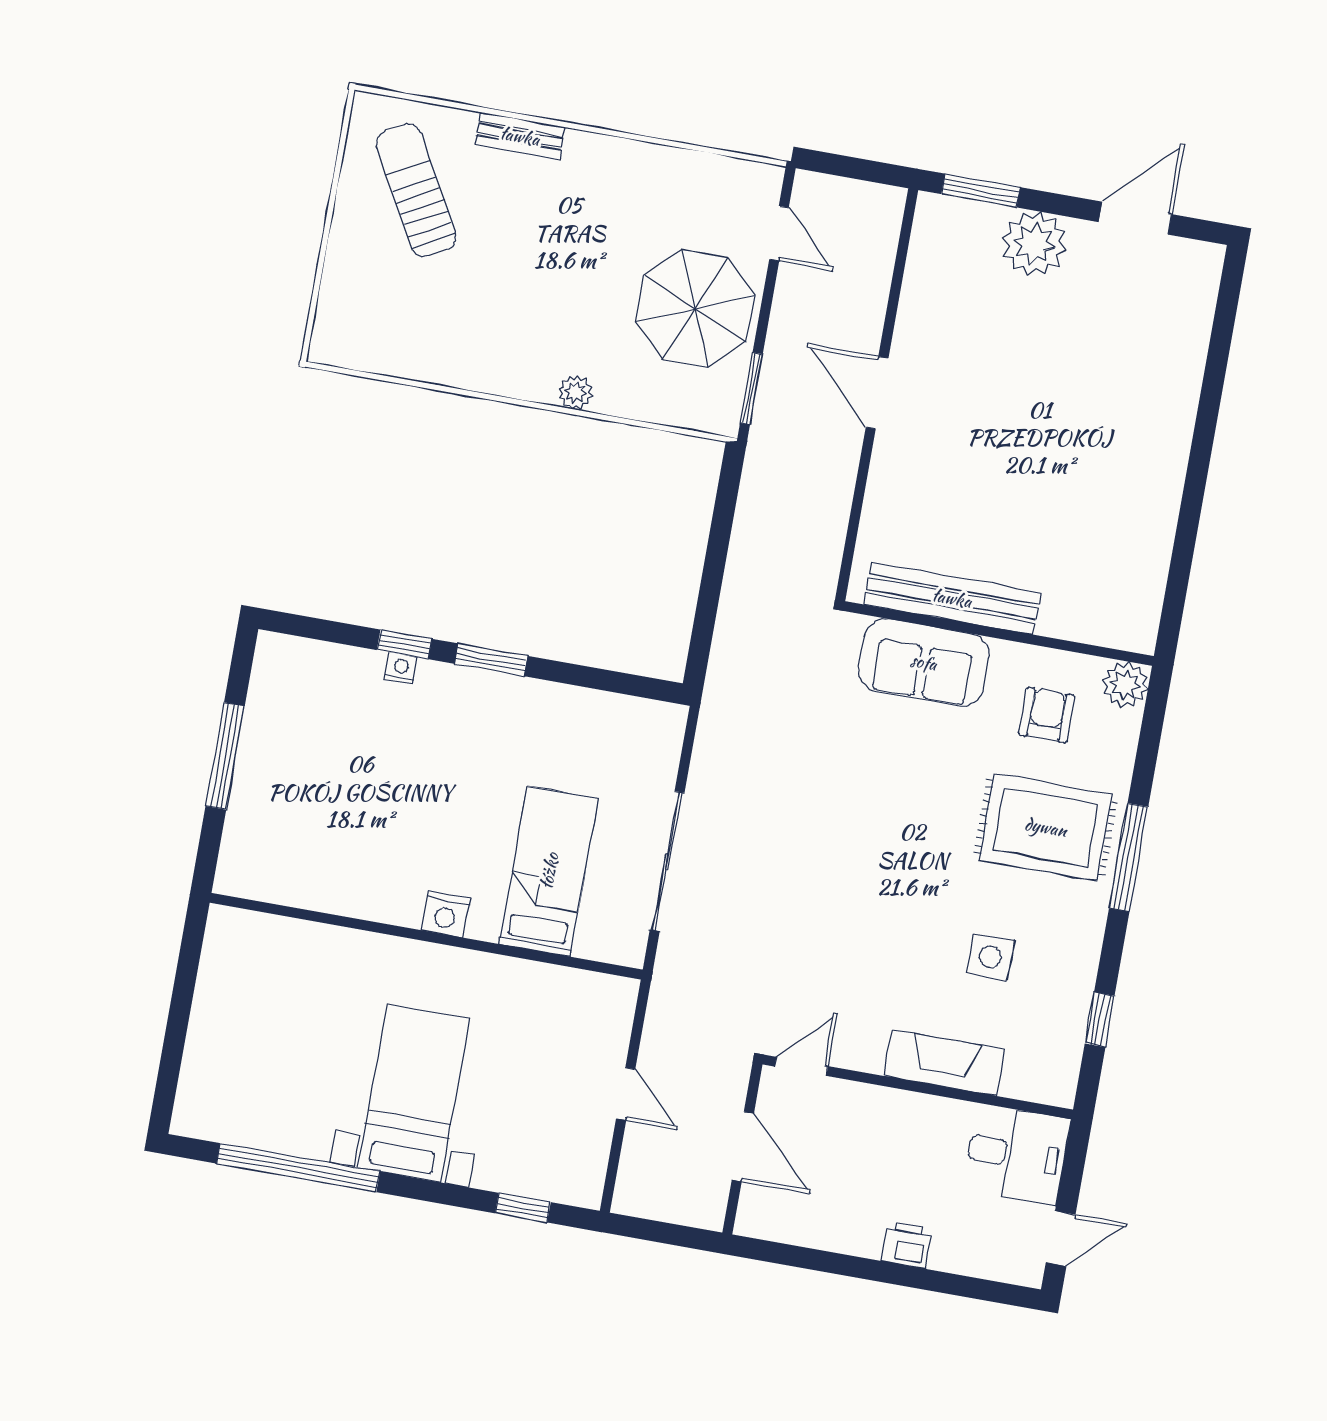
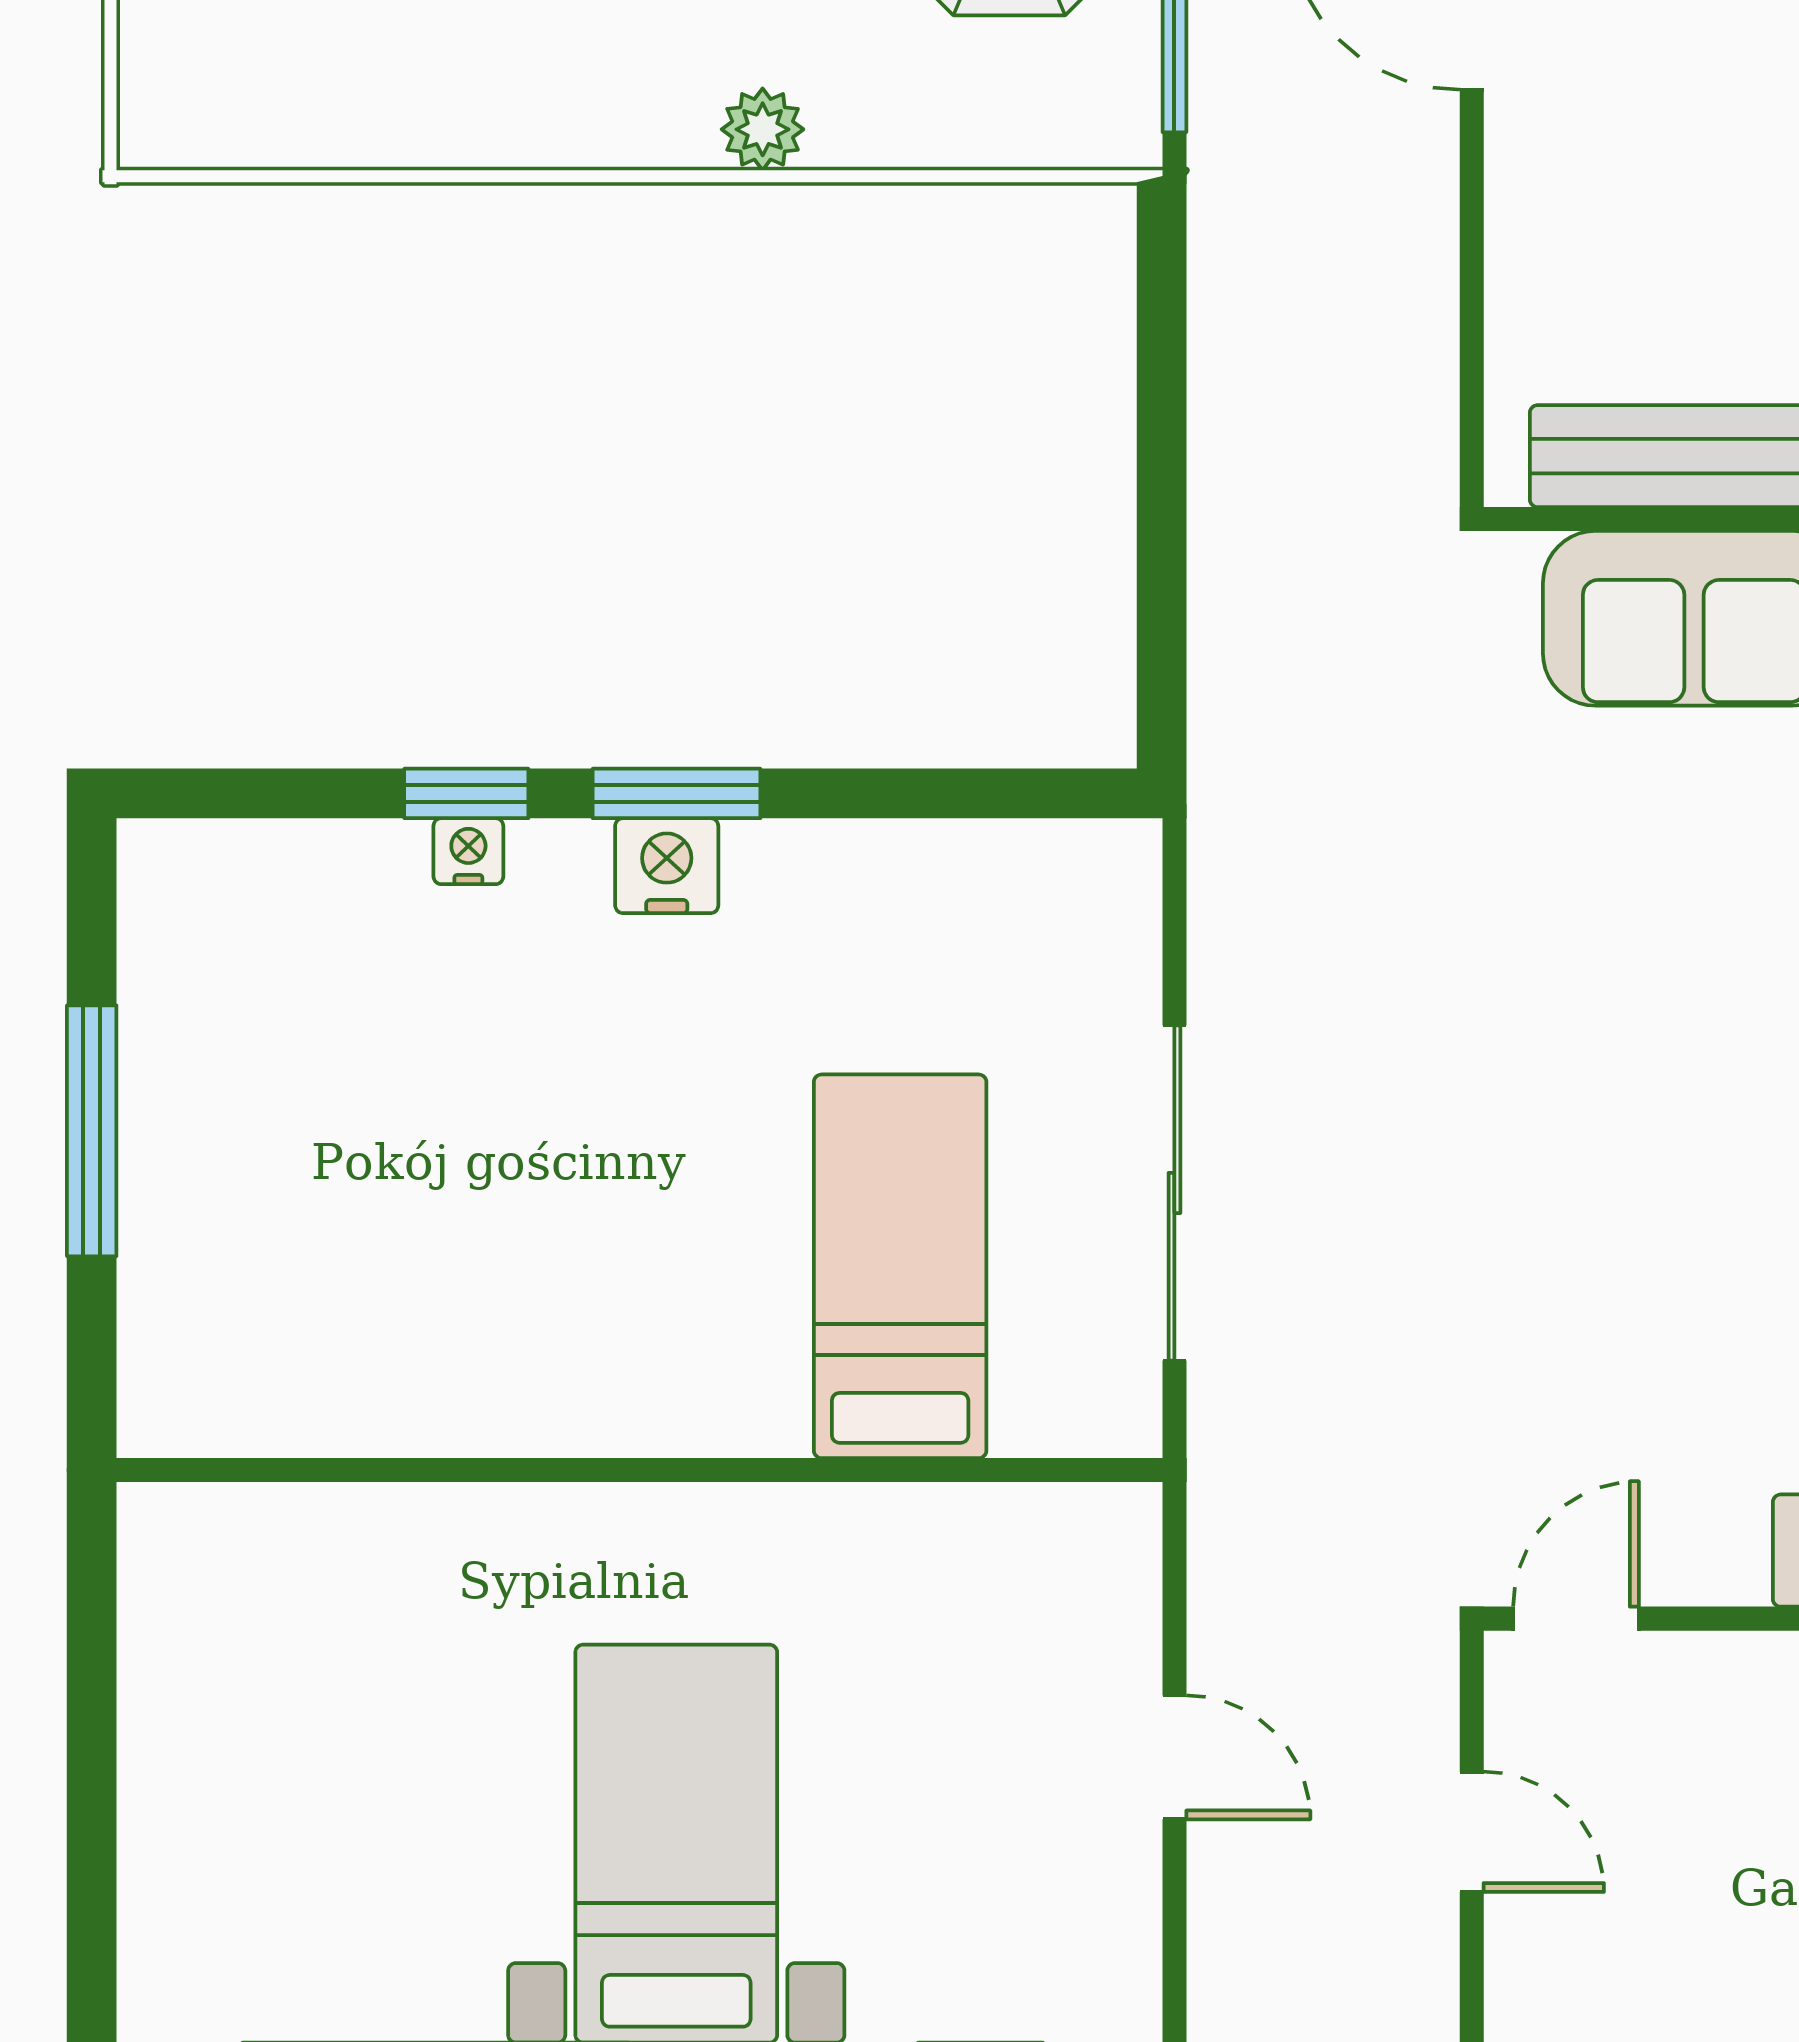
nightstand: (445, 914) -> (667, 866), moved, turned 180
door: (743, 1147) -> (1472, 1832), width x0.73

